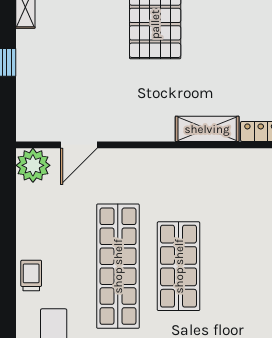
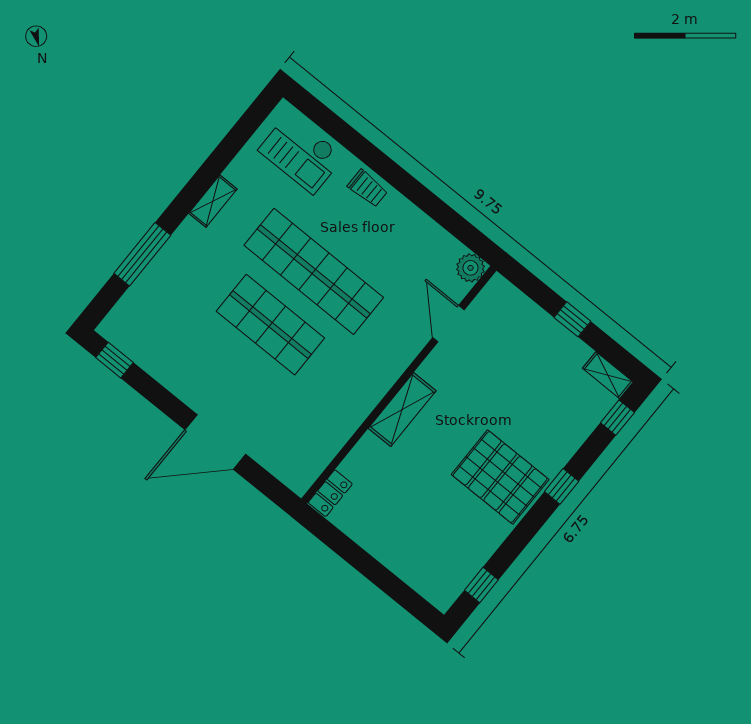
shelving: (207, 129) -> (402, 409), moved
plant: (33, 165) -> (470, 268), width x0.73, depth x0.73

